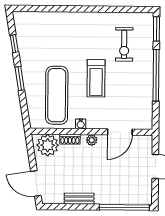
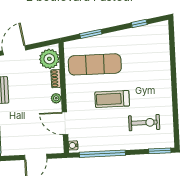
exercise bike: (124, 44) -> (144, 123), turned 180
window: (156, 75) -> (102, 154), moved
window: (20, 79) -> (91, 34), moved
water cooler: (81, 124) -> (73, 145), moved

